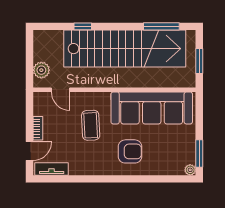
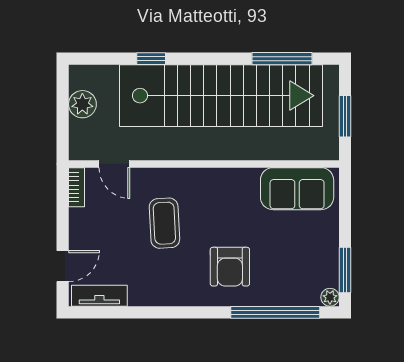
plant: (41, 70) -> (82, 104), moved
sofa: (152, 108) -> (297, 189), width x0.54, depth x0.79
bookcase: (38, 128) -> (77, 187), moved
armchair: (130, 151) -> (230, 267), turned 90
window: (157, 179) -> (275, 312), added

